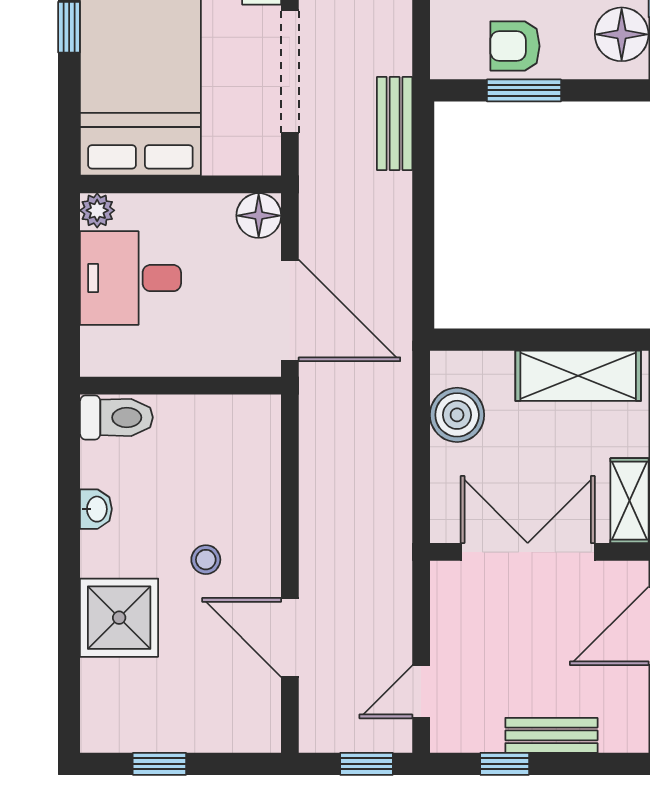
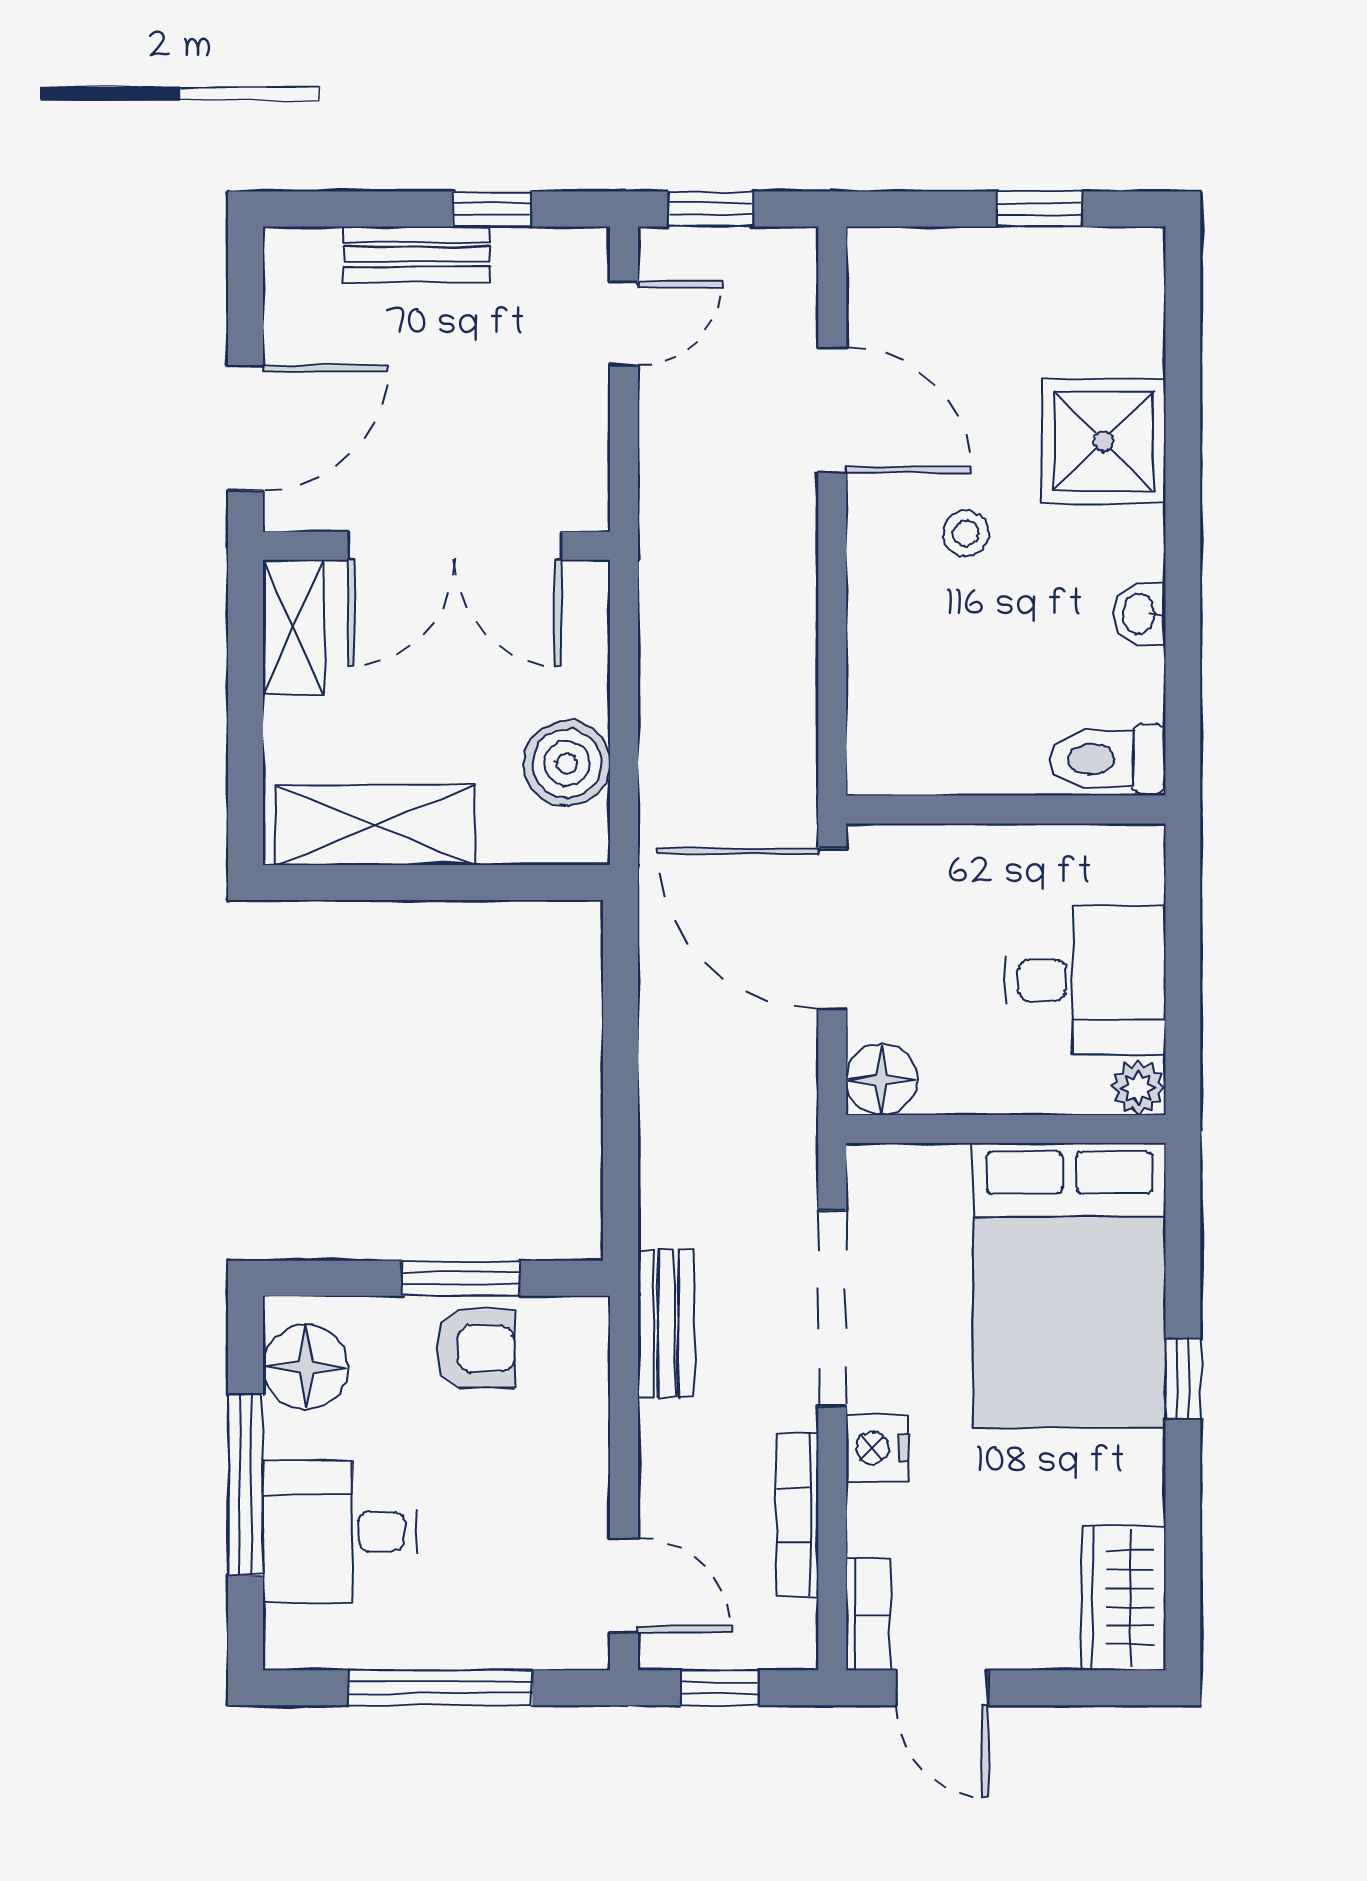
bench: (395, 123) -> (666, 1323), moved

